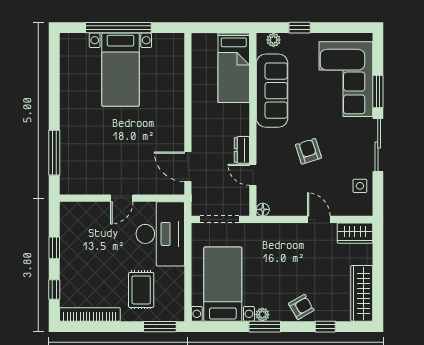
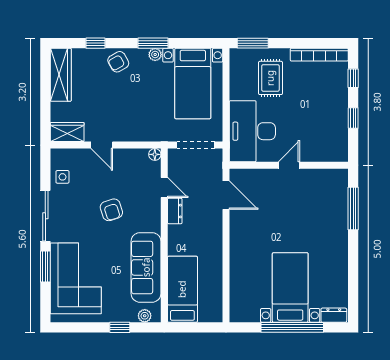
dresser: (75, 40) -> (334, 315), added

